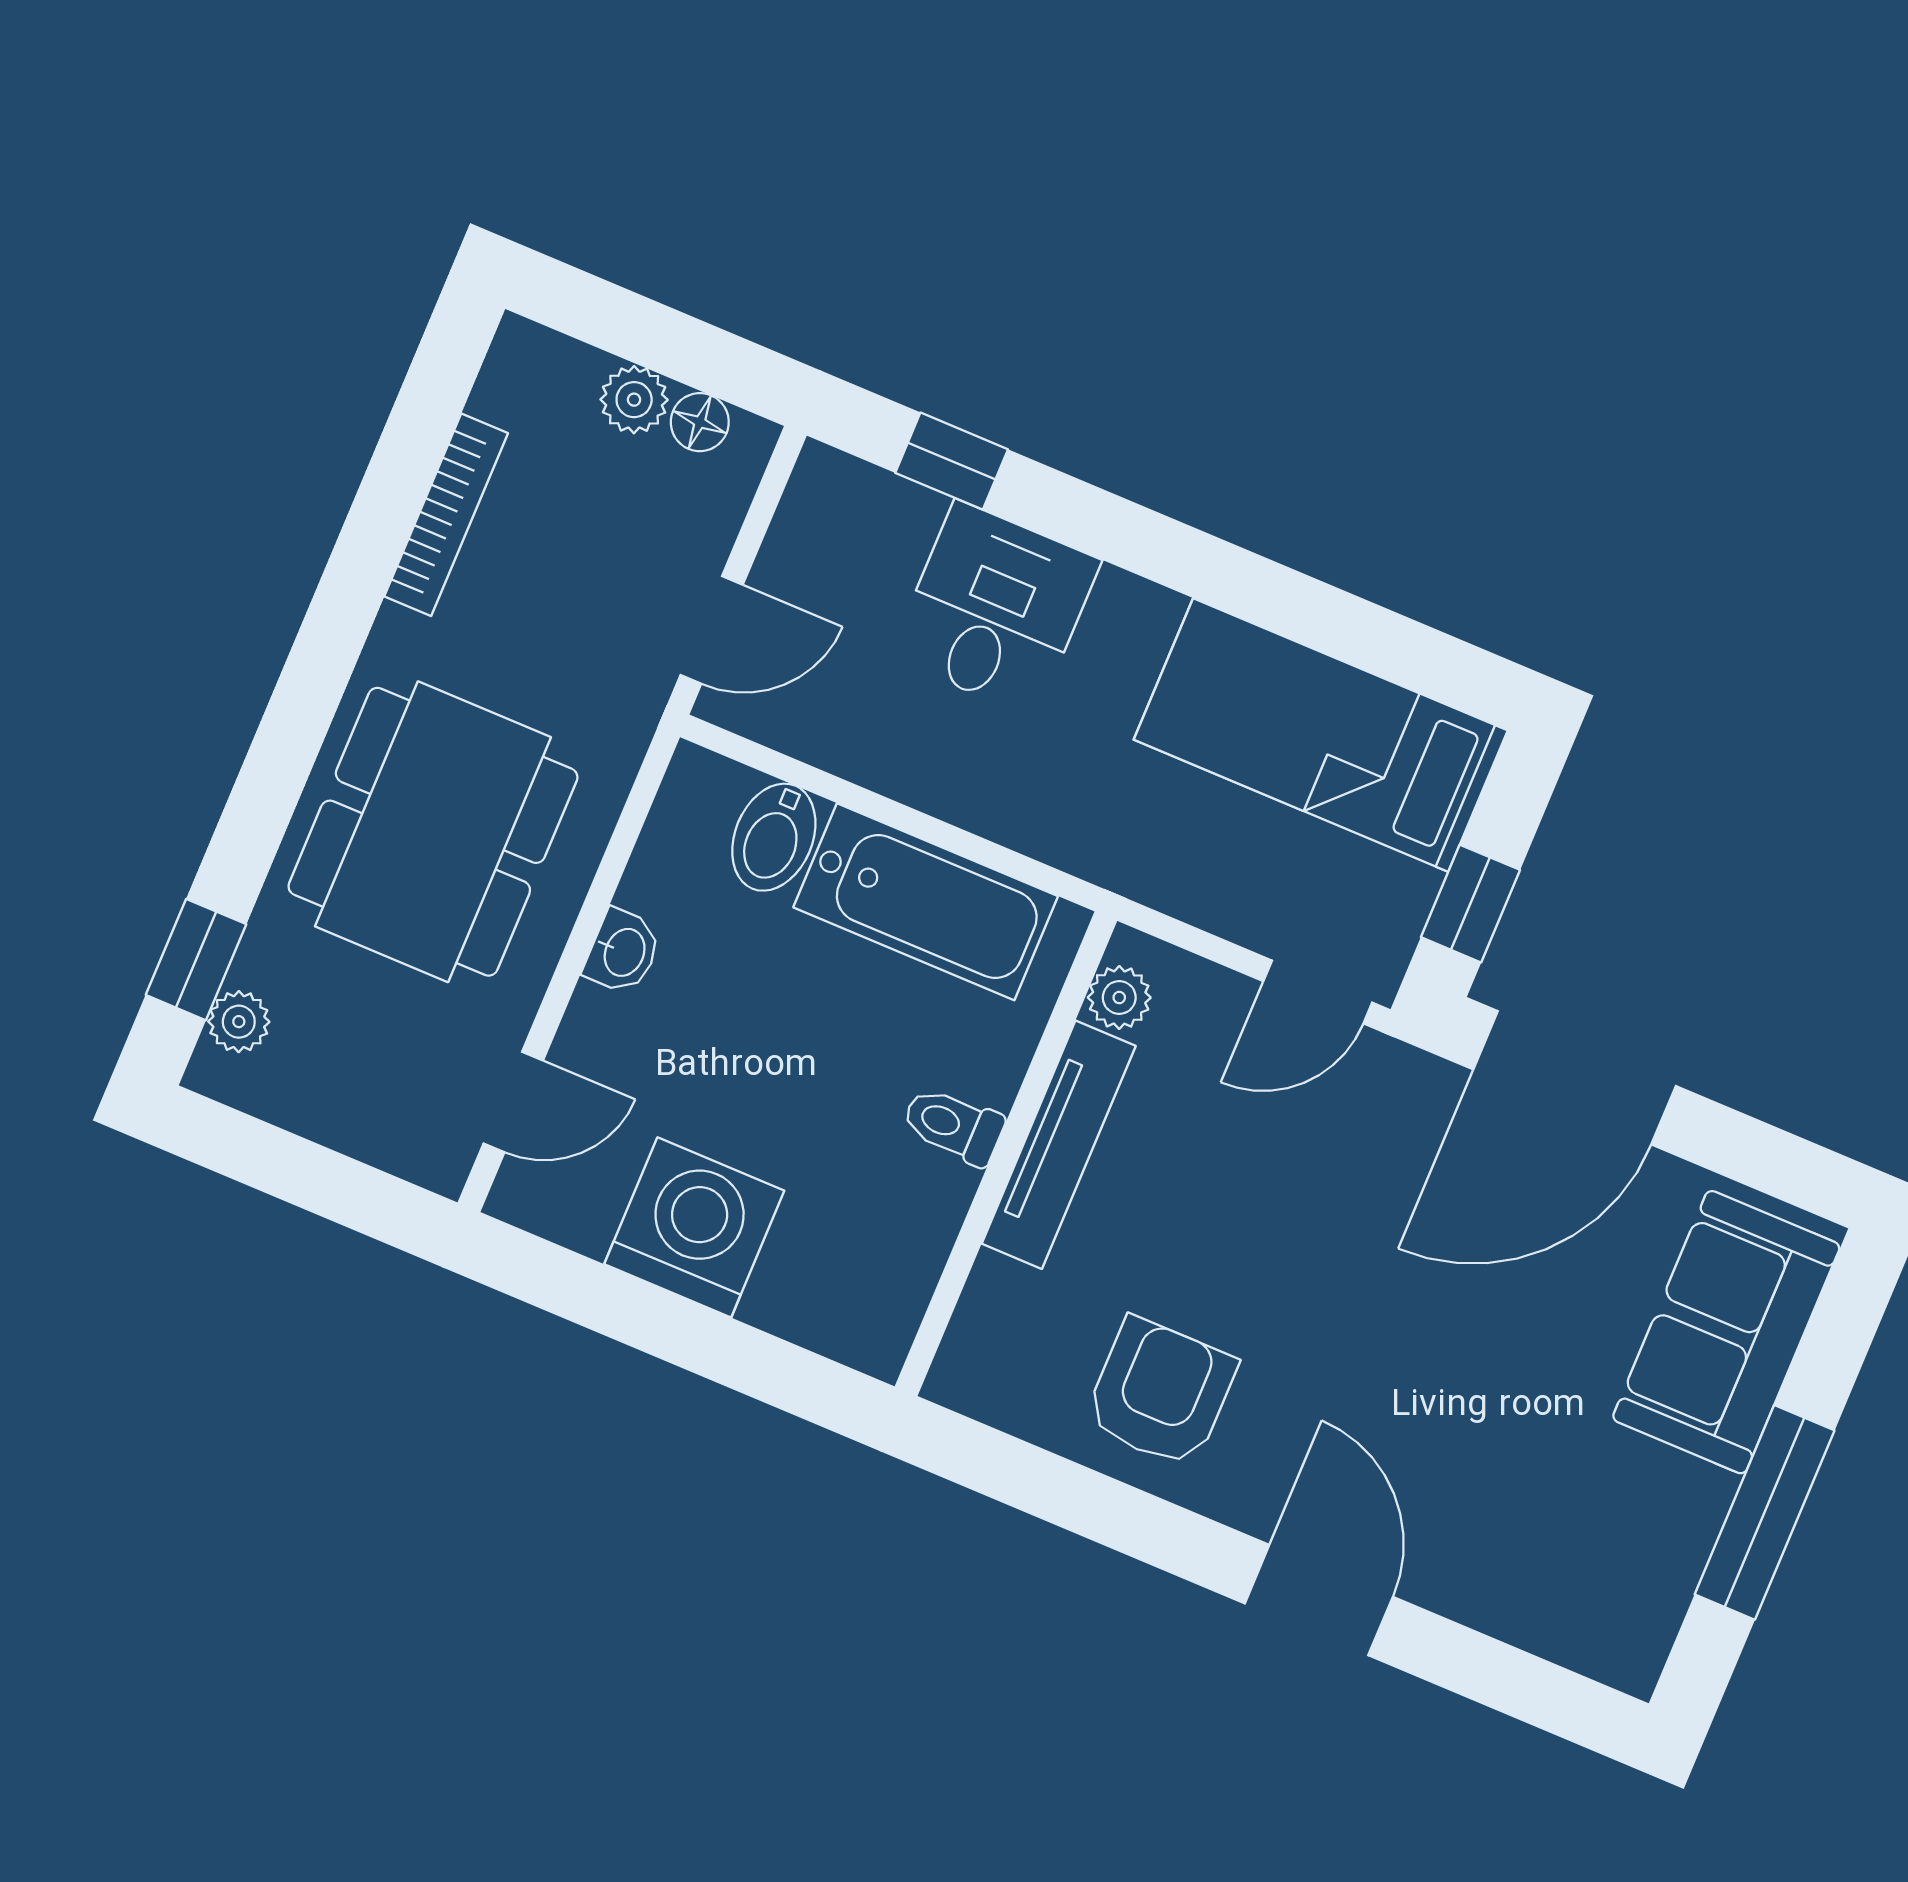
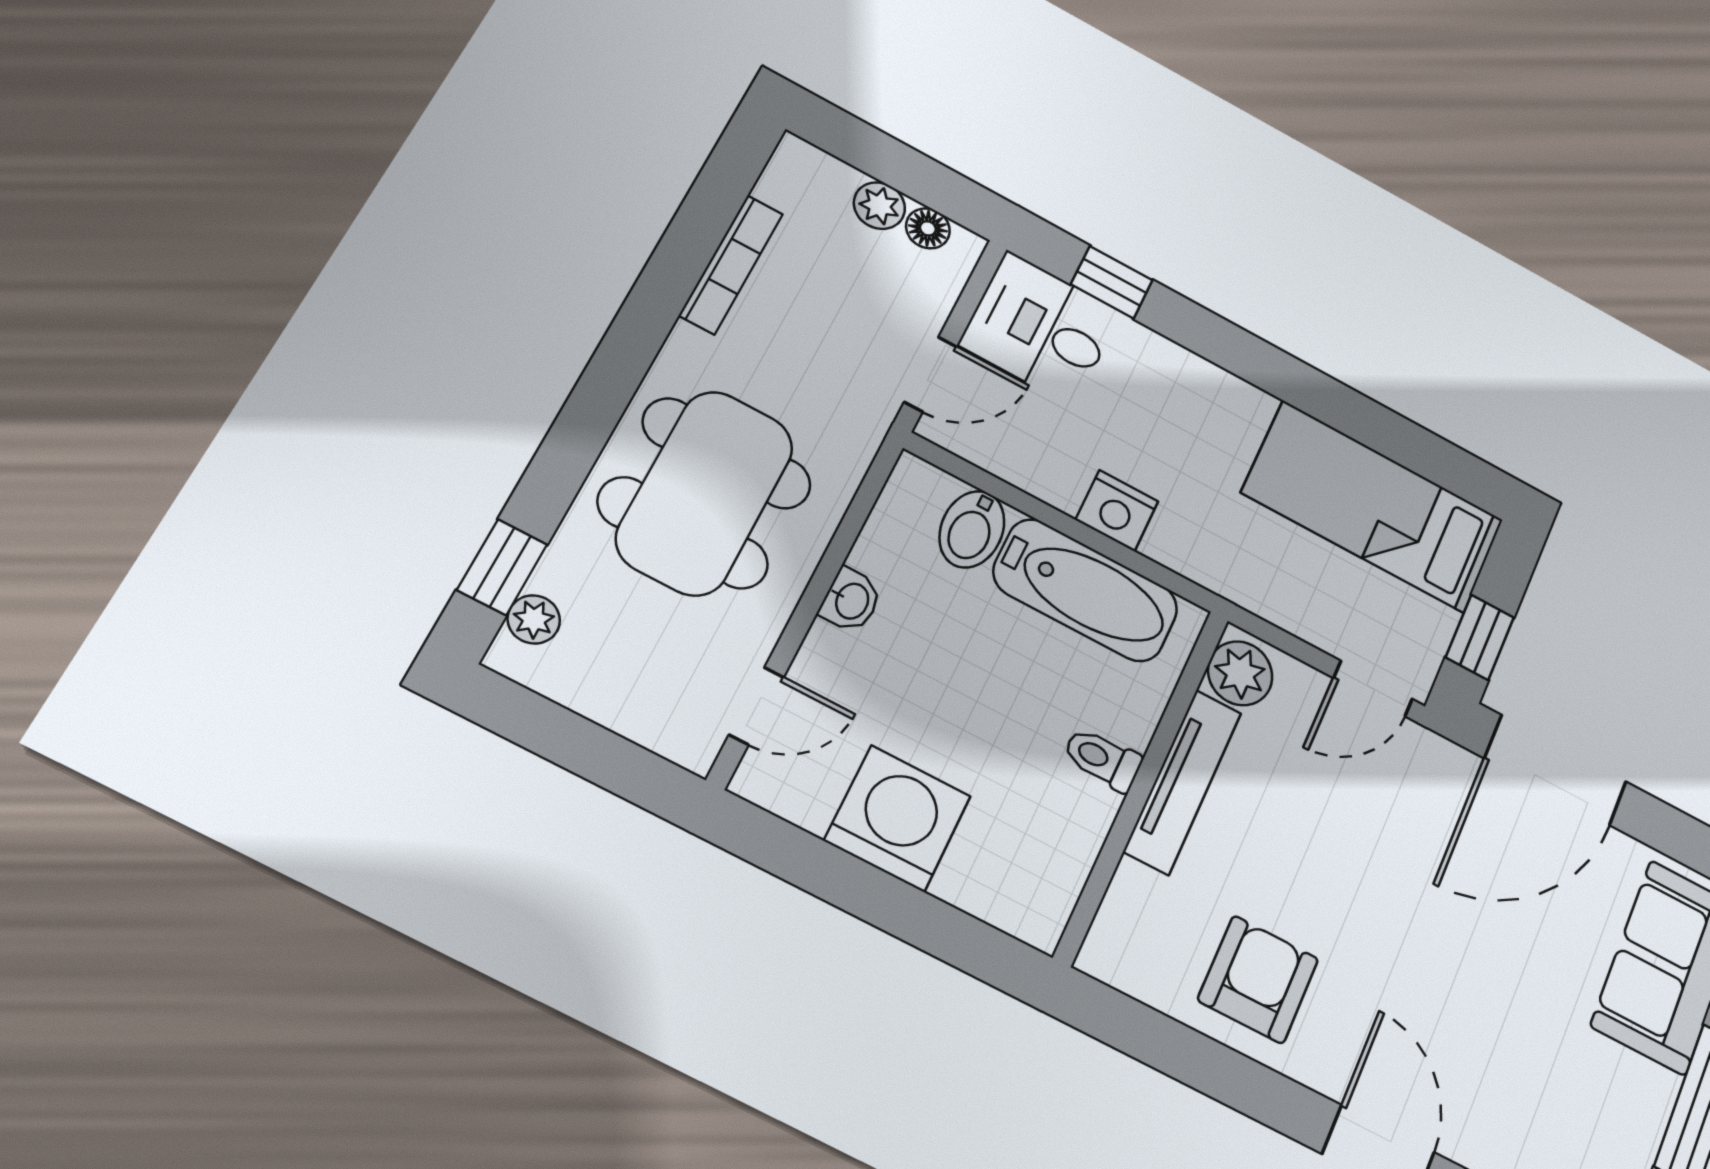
desk: (995, 609) -> (1040, 328), moved, turned -90
nightstand: (965, 787) -> (1117, 511), added
plant: (1119, 997) -> (1240, 673), width x1.38, depth x1.38

